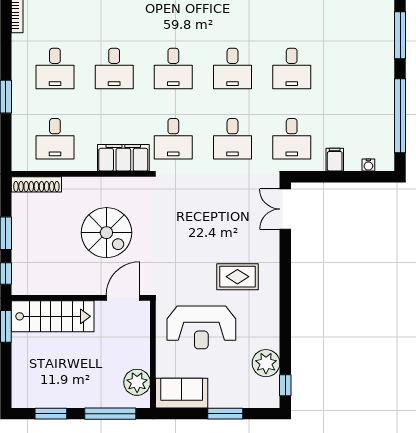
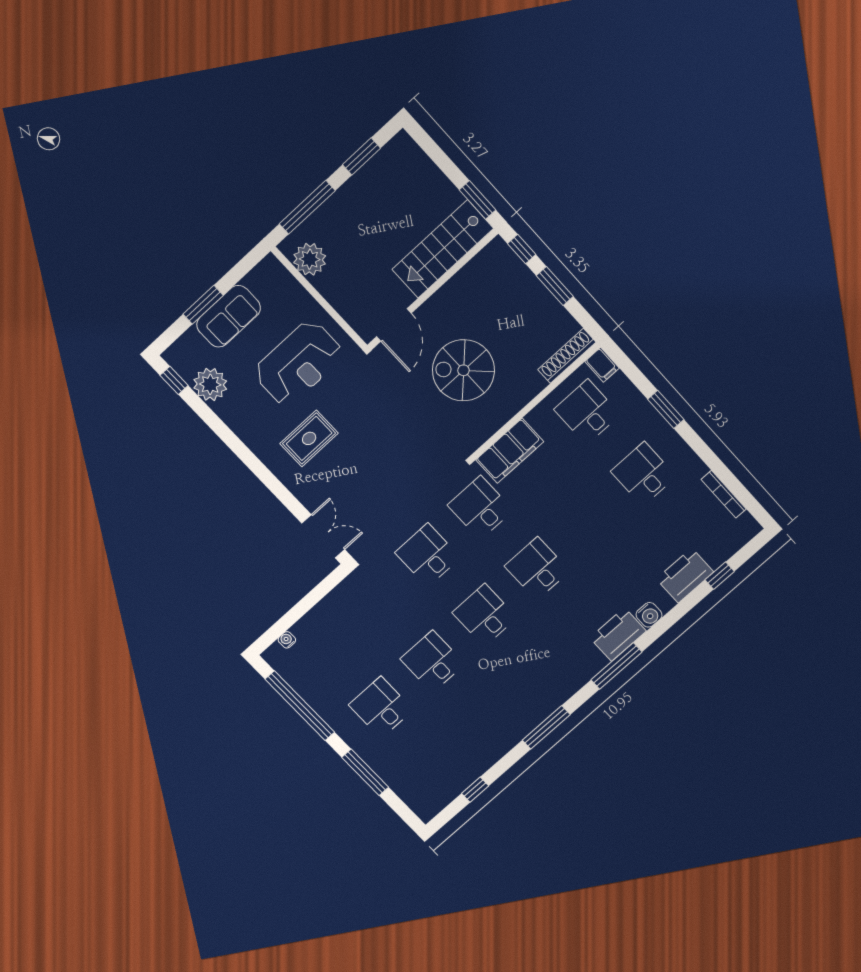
desk: (114, 68) -> (590, 521), removed
desk: (292, 139) -> (381, 707), moved
filing cabinet: (335, 160) -> (602, 365), moved
reception desk: (201, 327) -> (298, 363), turned 180
sofa: (182, 393) -> (229, 316), moved

